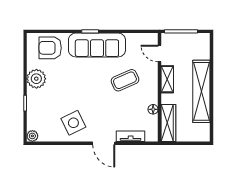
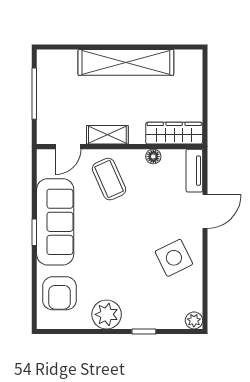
door: (160, 54) -> (68, 147), moved
shelving: (167, 79) -> (107, 135), moved
wall: (160, 87) -> (120, 147), moved
floor lamp: (153, 109) -> (153, 157), moved
wardrobe: (168, 123) -> (174, 133), moved

